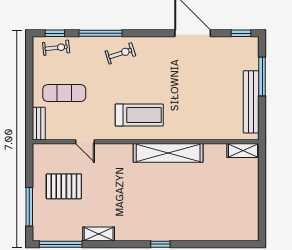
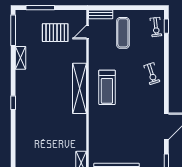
window: (100, 33) -> (166, 59), removed
door: (85, 142) -> (88, 32), moved
shelving: (168, 153) -> (80, 88), moved
pallet: (64, 186) -> (55, 33), turned 90

